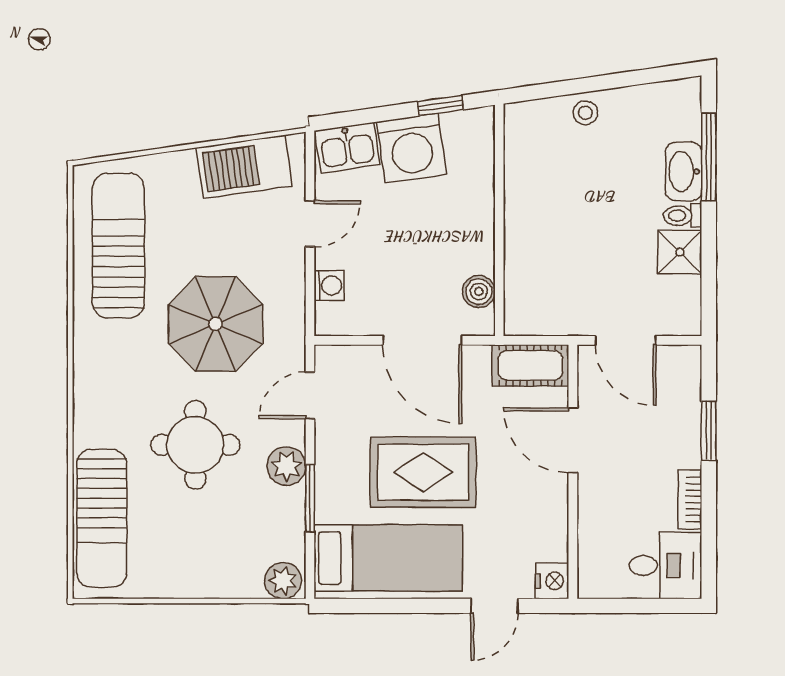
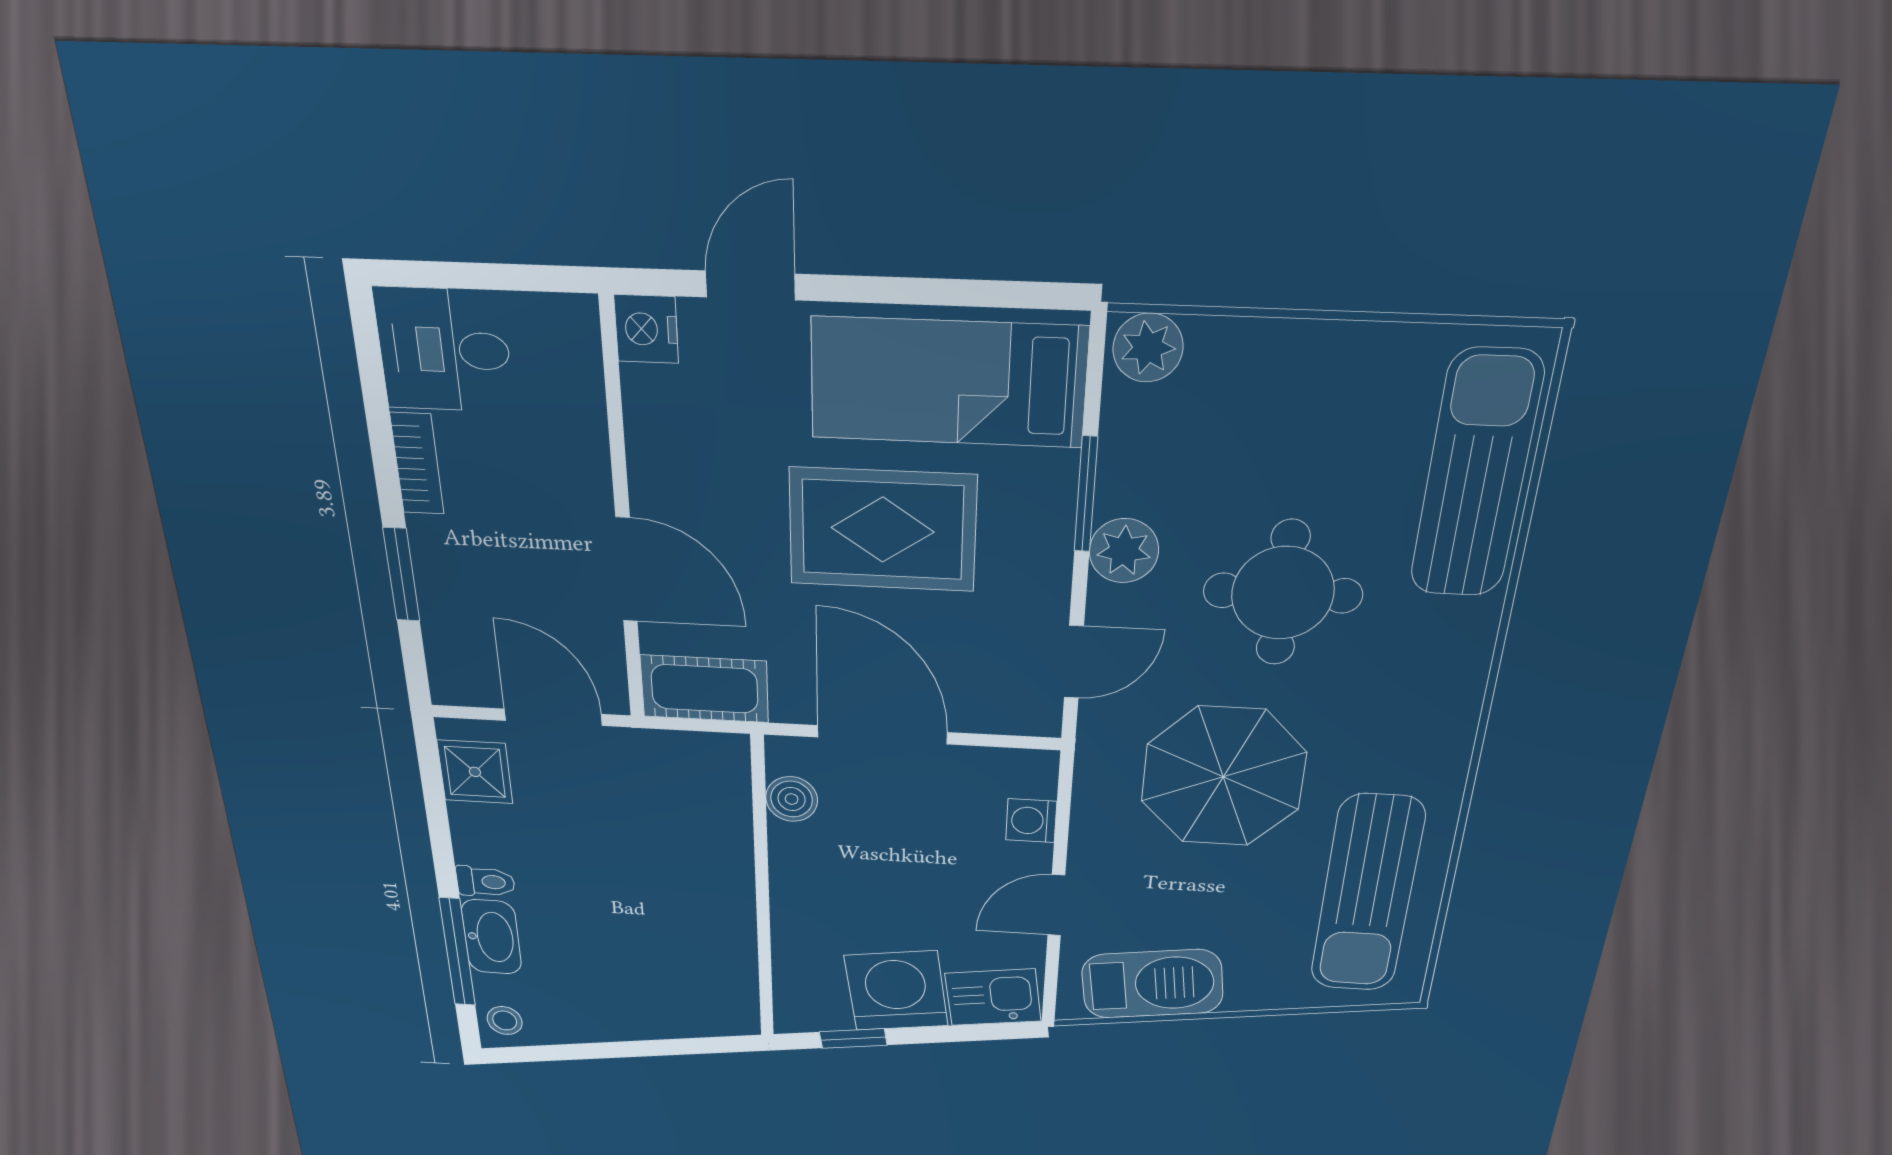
stool: (585, 113) -> (505, 1021), moved
shower: (680, 252) -> (475, 772), moved

